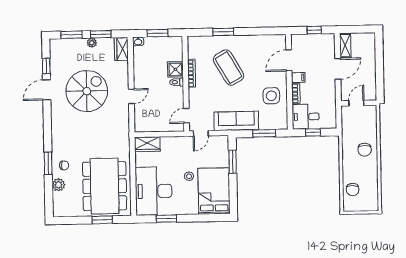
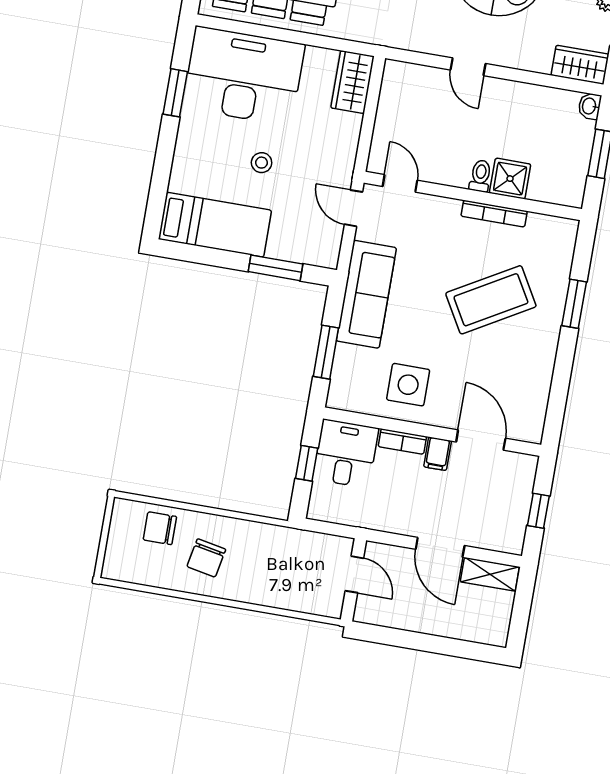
chair: (365, 150) -> (206, 558), moved, turned -79
bed: (214, 191) -> (215, 225), width x0.67

